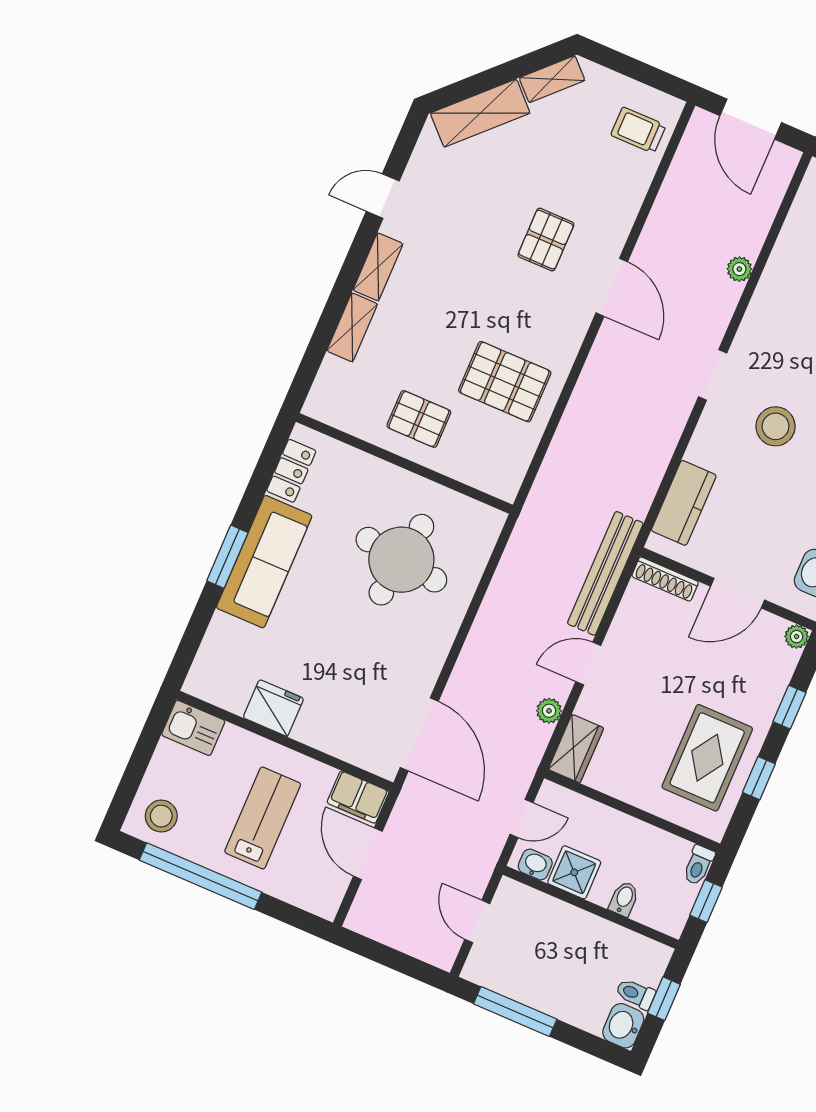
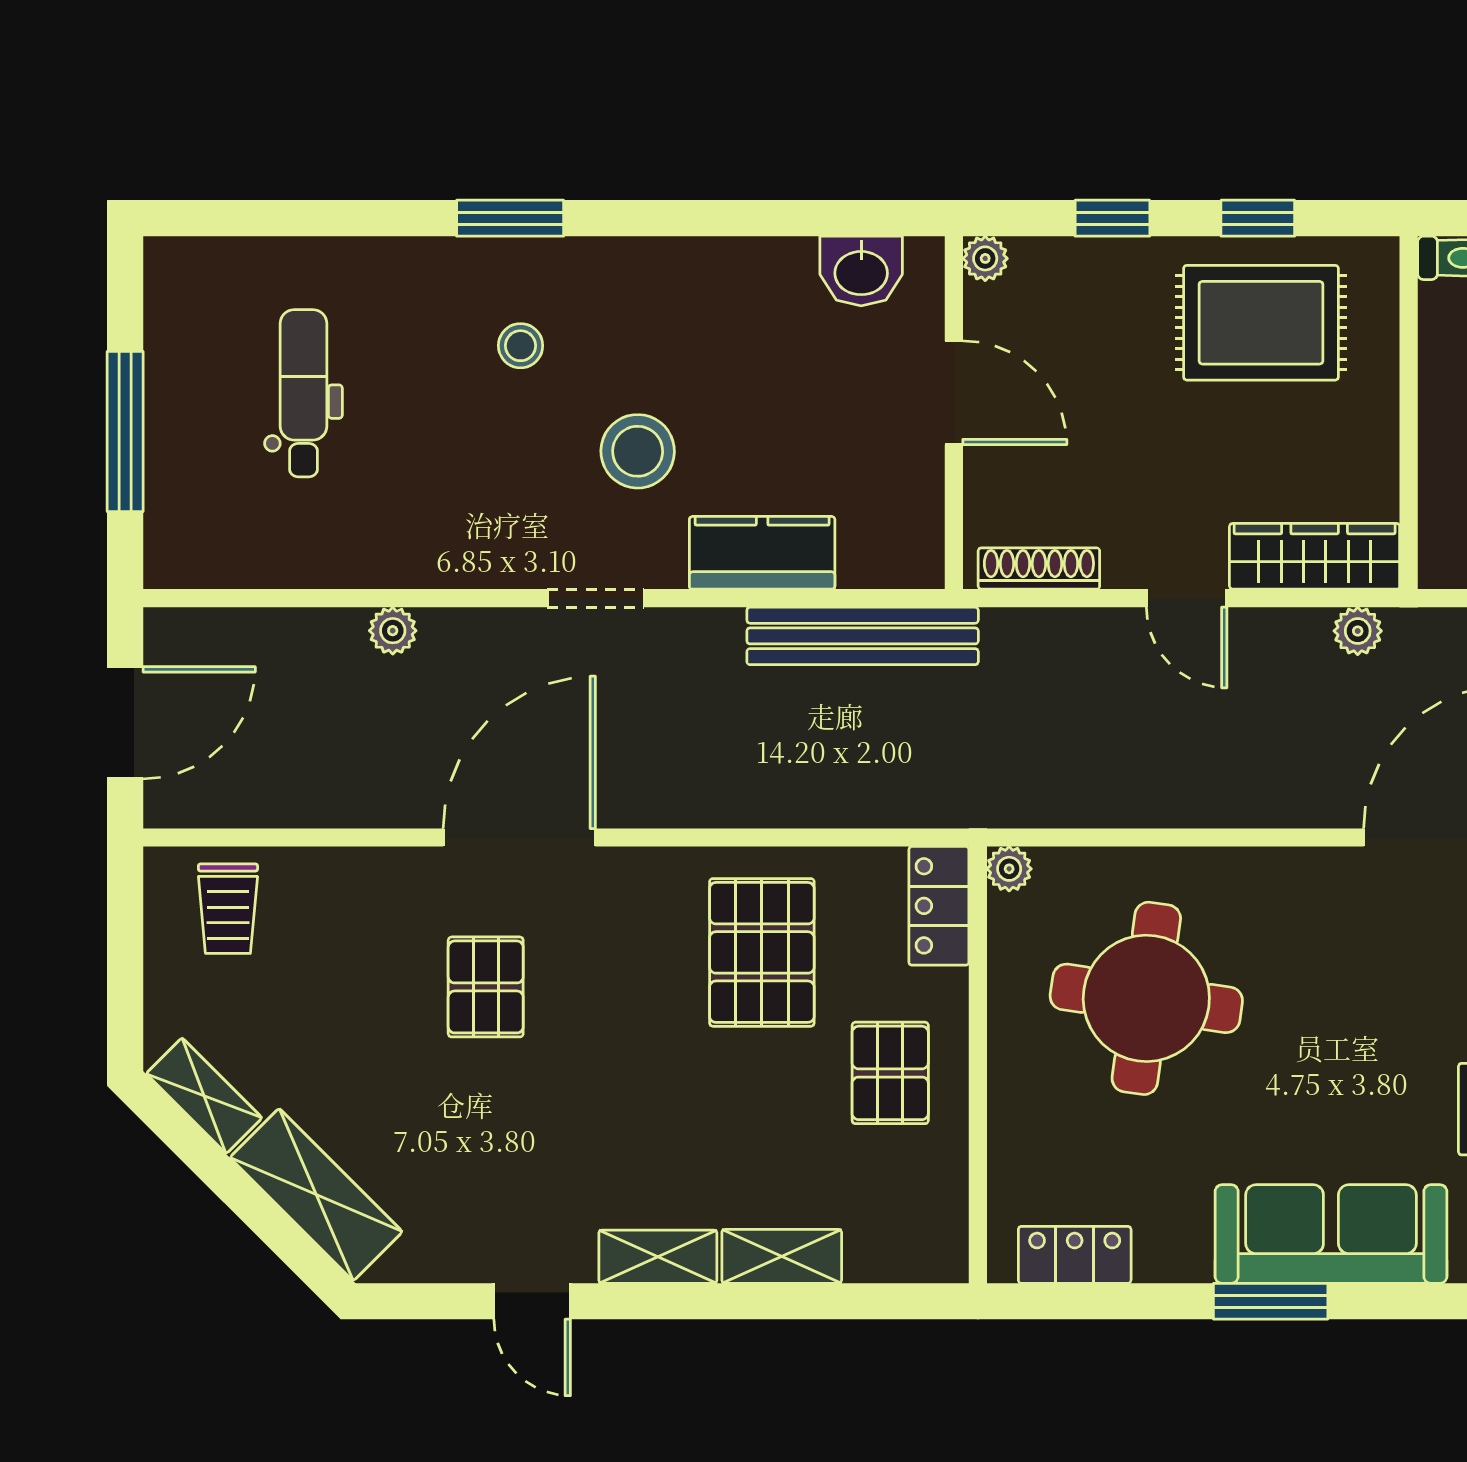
pallet: (546, 240) -> (486, 987), turned 90
door: (612, 287) -> (519, 838), width x1.36
locker: (490, 478) -> (939, 906), added
kitchen counter: (684, 503) -> (762, 553), moved
plant: (494, 520) -> (1009, 869), added
sofa: (264, 562) -> (1331, 1234), moved
bench: (605, 573) -> (863, 636), moved
shoe rack: (665, 579) -> (1039, 569), moved, turned -90
plant: (549, 711) -> (1358, 631), moved
wardrobe: (576, 749) -> (1315, 556), width x1.50

